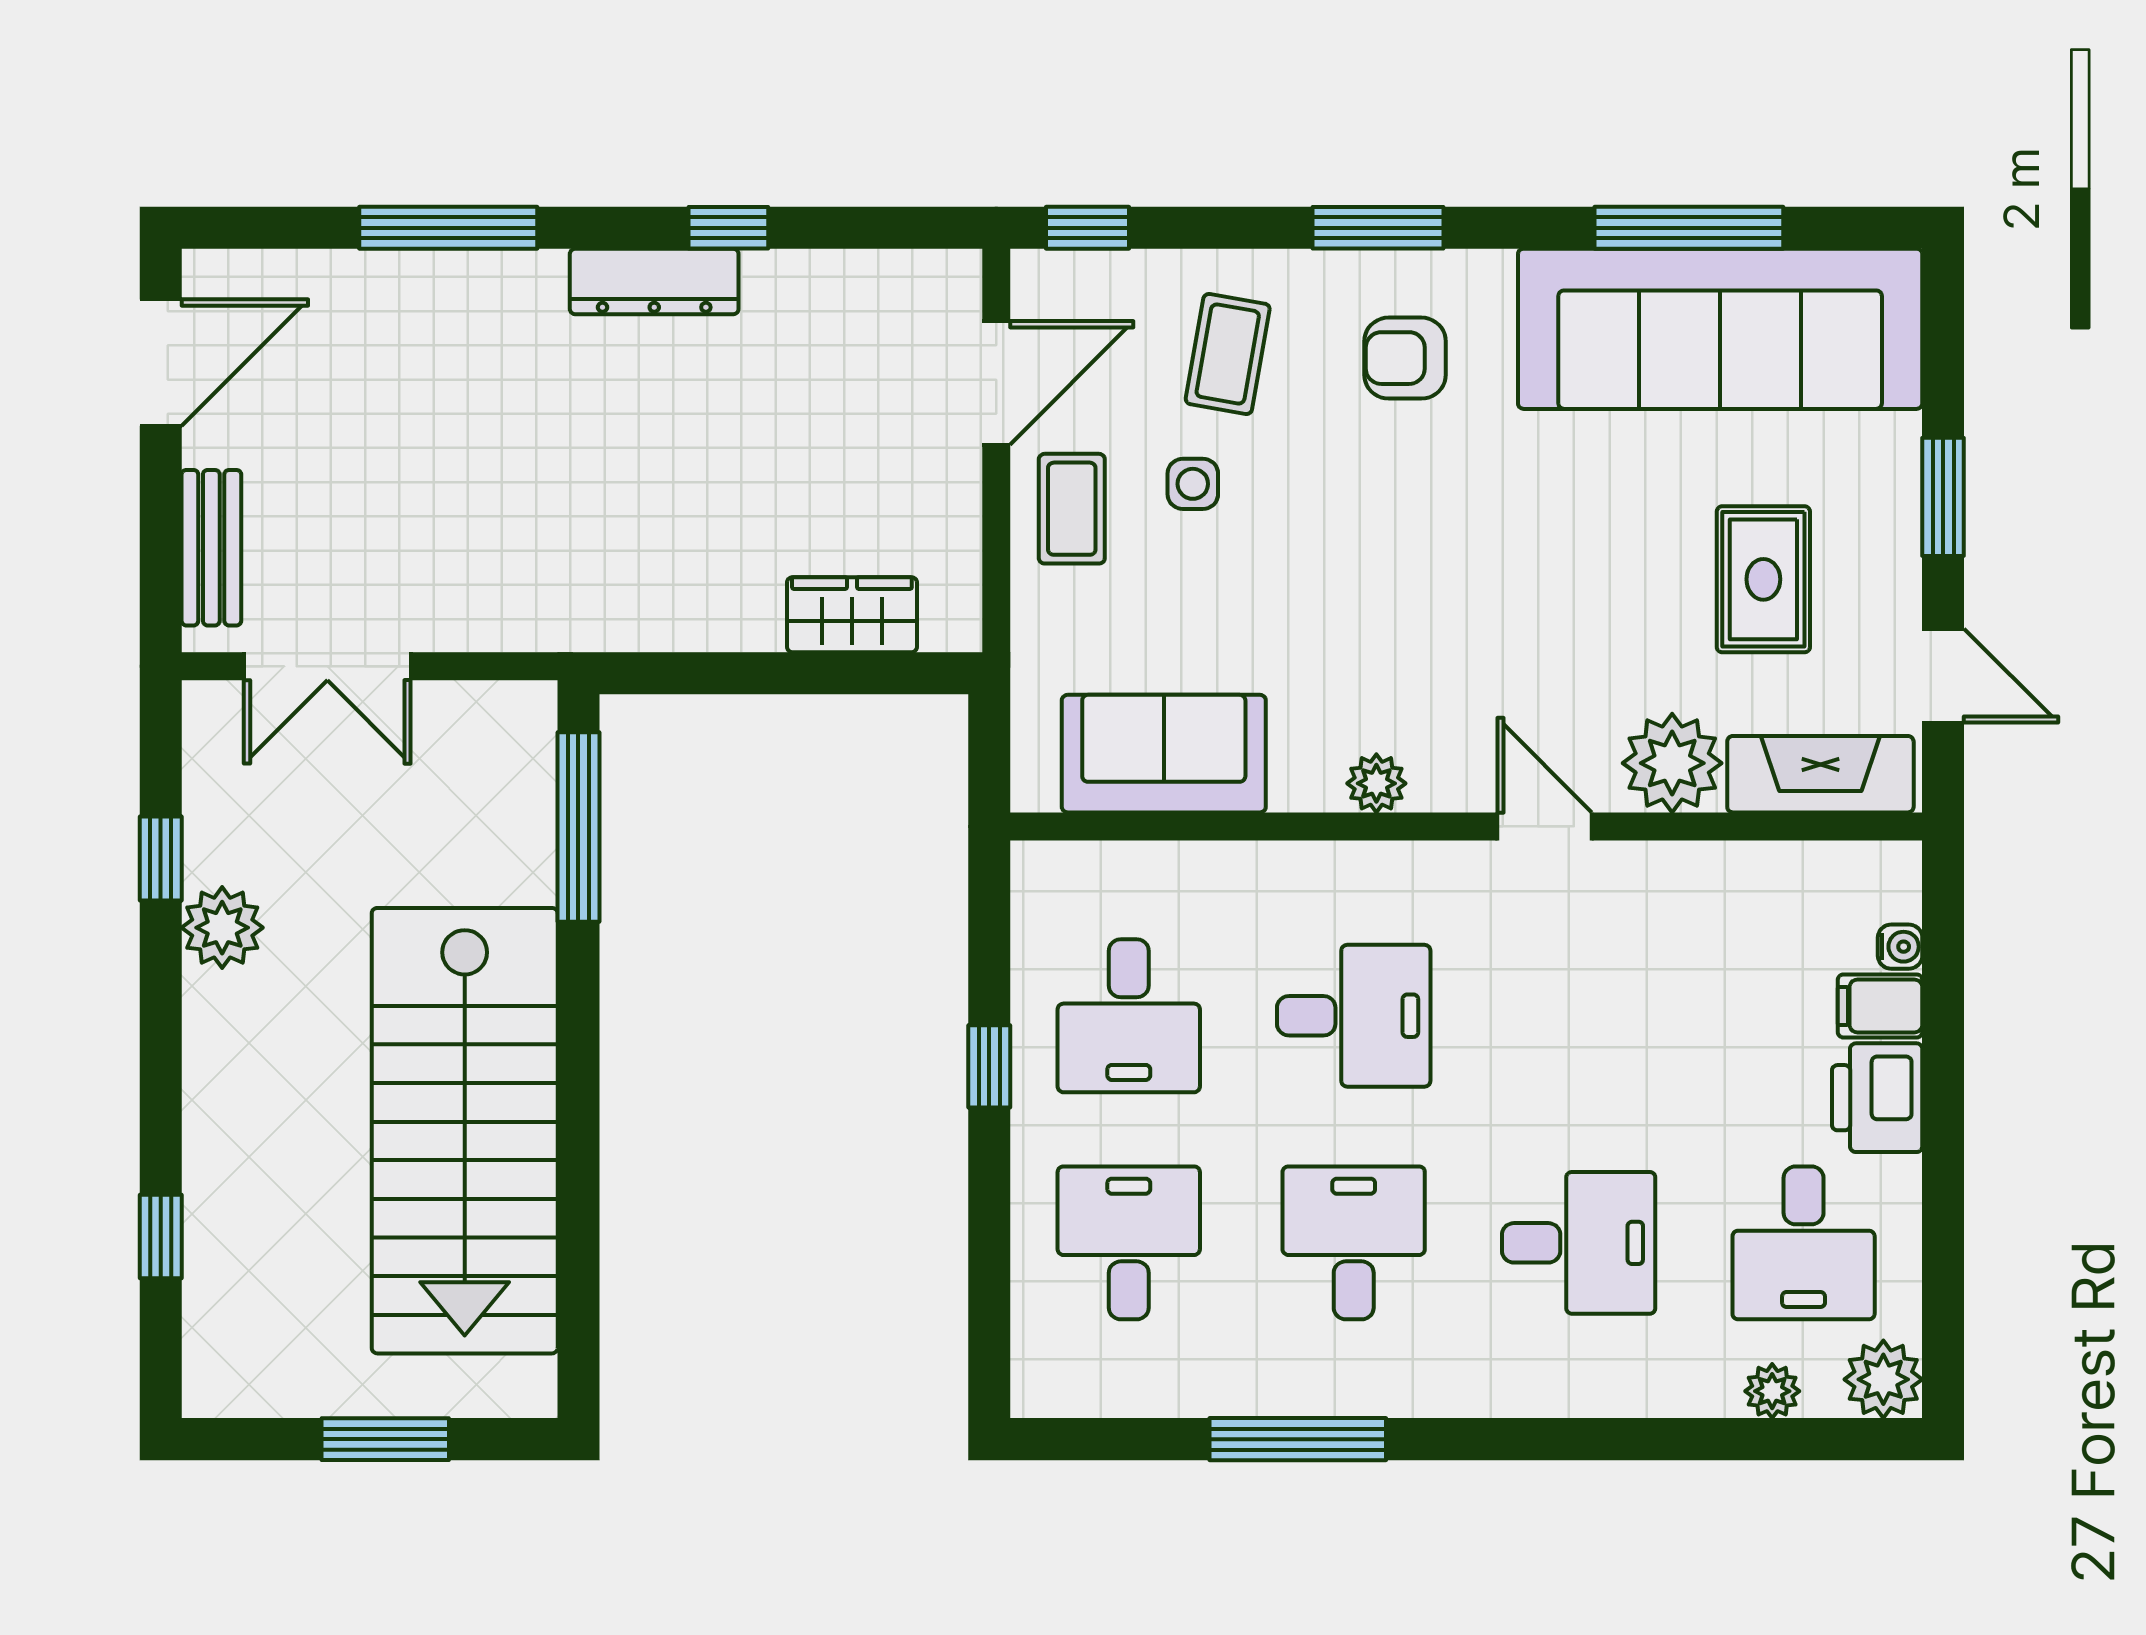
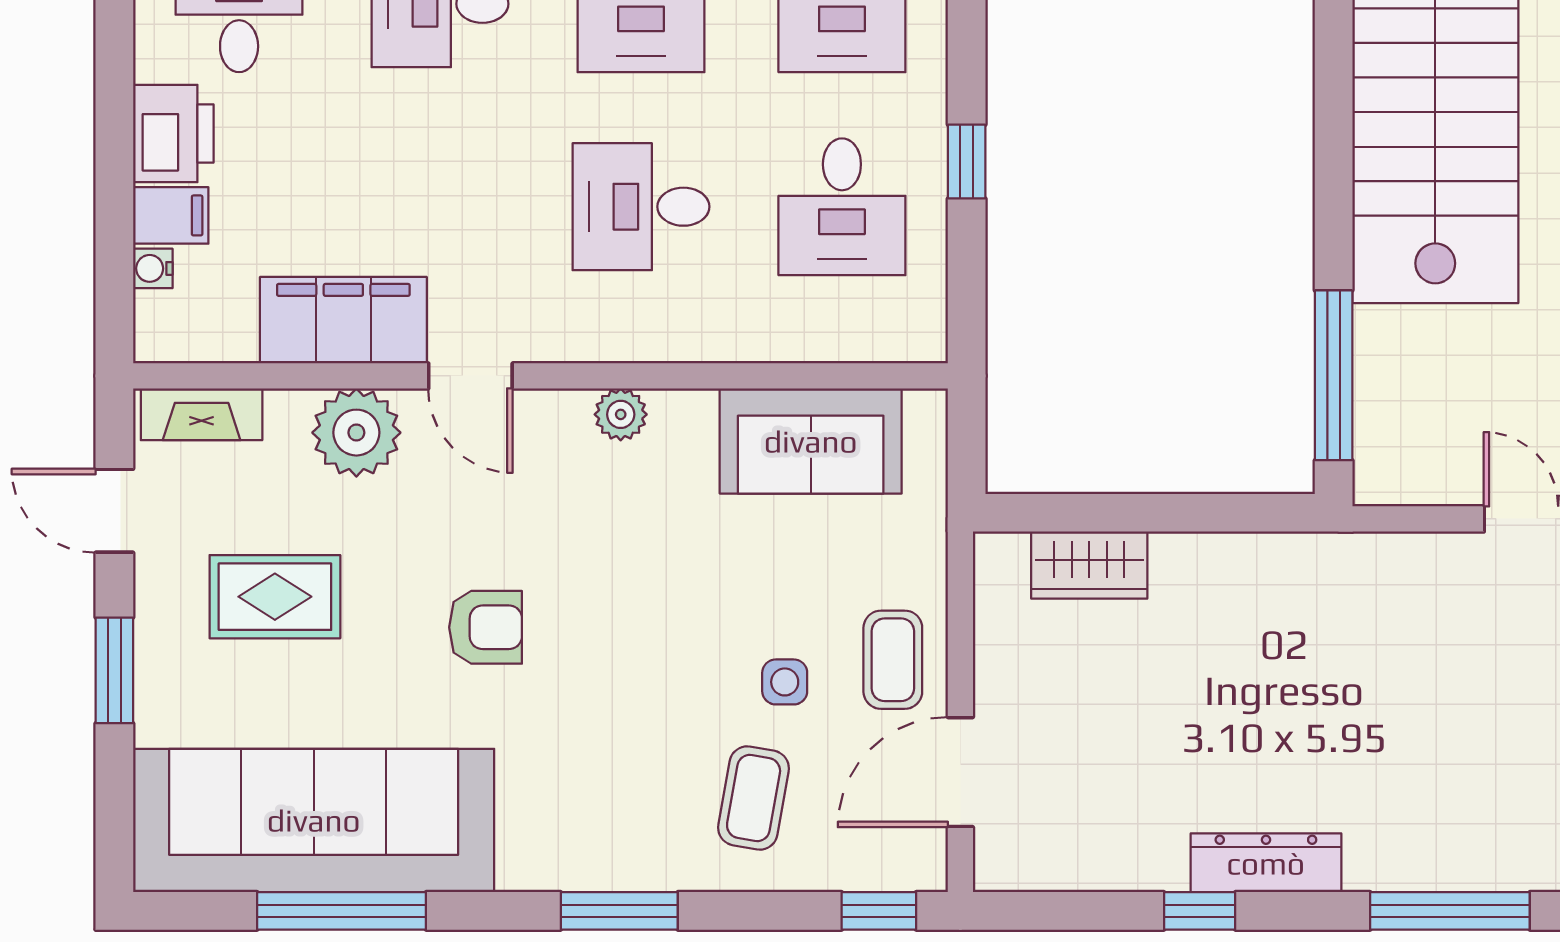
armchair: (1405, 358) -> (486, 627), moved
rug: (1763, 579) -> (275, 597), turned 90
fireplace: (1820, 774) -> (202, 414), width x0.73, depth x0.76
filing cabinet: (1687, 889) -> (343, 320), added
desk: (1129, 1016) -> (842, 207), turned 180

